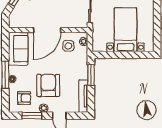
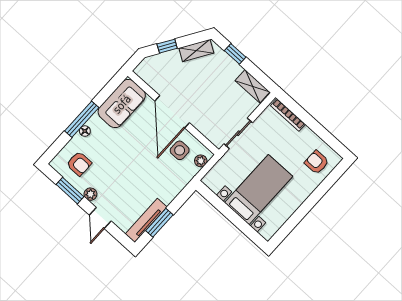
door: (47, 30) -> (172, 112), hinge flipped
window: (91, 75) -> (159, 223), moved
armchair: (48, 85) -> (118, 174), removed

